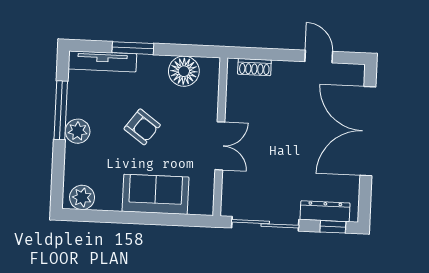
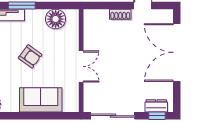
shoe rack: (254, 67) -> (120, 14), moved
dresser: (325, 211) -> (156, 106), width x0.70

